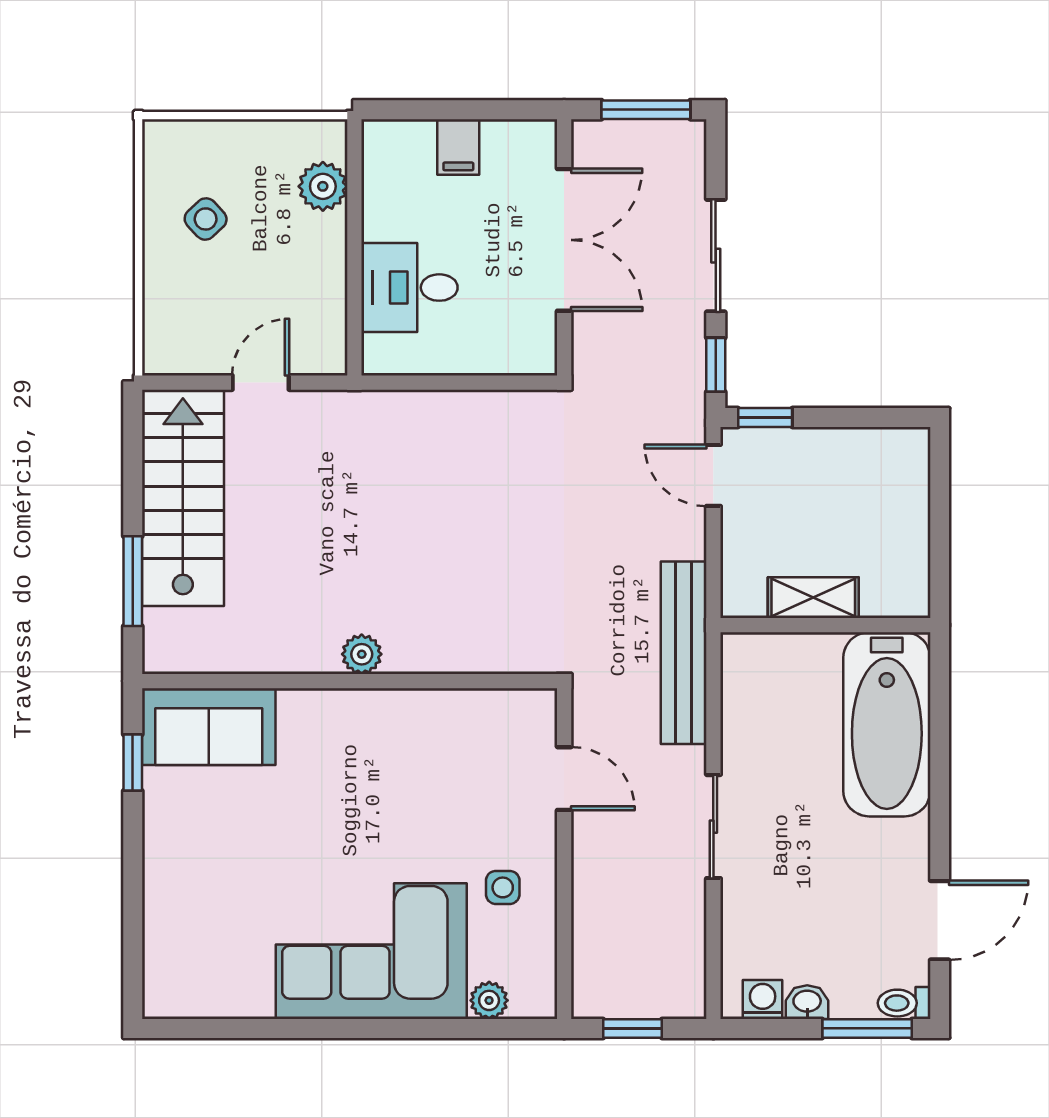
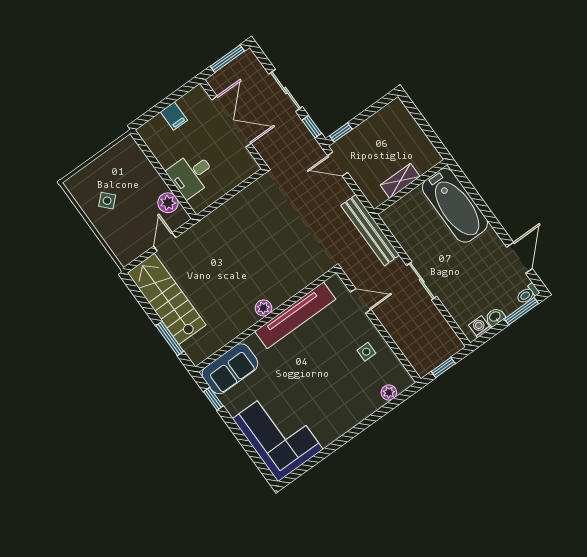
plant: (323, 186) -> (168, 203), moved
tv unit: (414, 714) -> (295, 315), added
corner sofa: (371, 951) -> (278, 434), moved, turned 90

